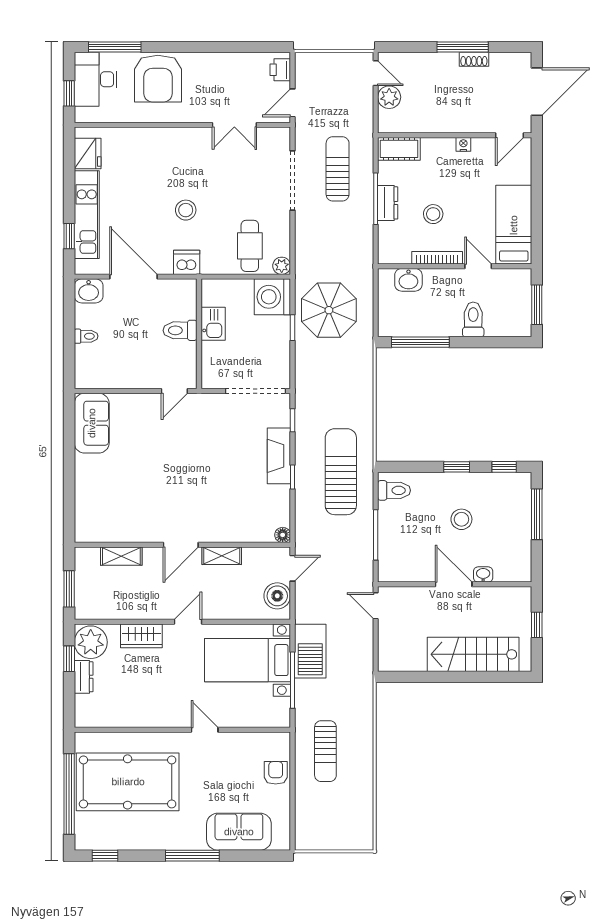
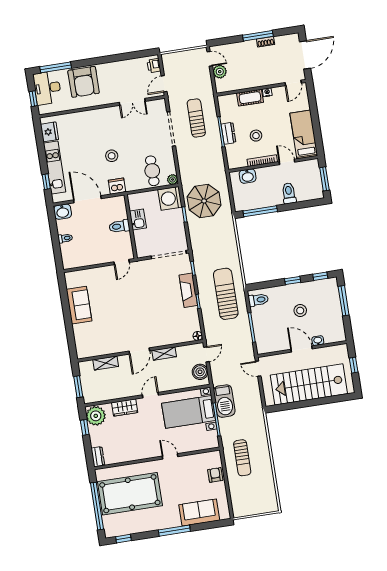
cot: (399, 149) -> (250, 98), moved
sofa: (92, 423) -> (79, 305), moved
stairs: (473, 654) -> (309, 384), width x1.36, depth x1.51
dresser: (84, 677) -> (98, 457), moved

